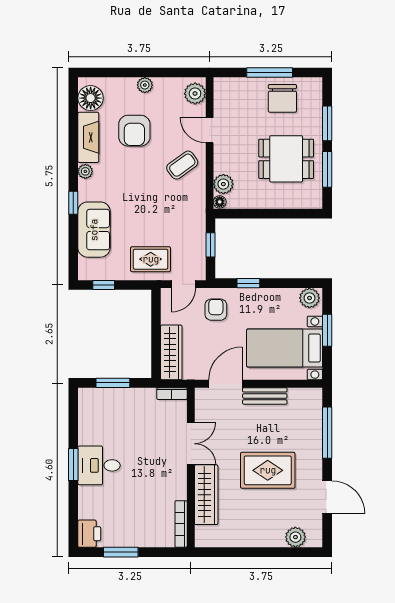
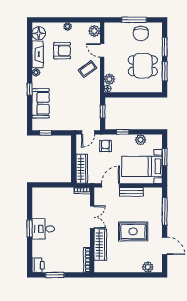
armchair: (134, 131) -> (62, 51), turned -90
rug: (151, 259) -> (71, 119), removed
plant: (309, 298) -> (140, 140), moved
window: (113, 383) -> (51, 185), removed

